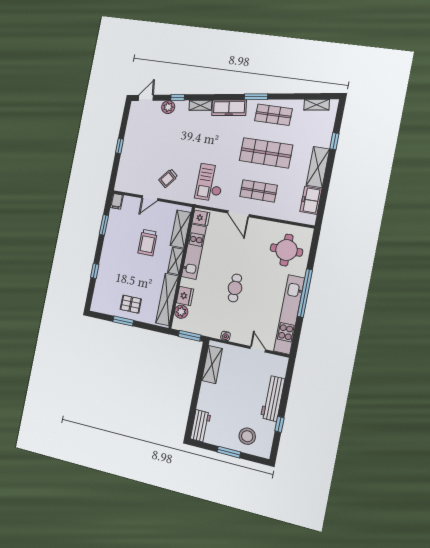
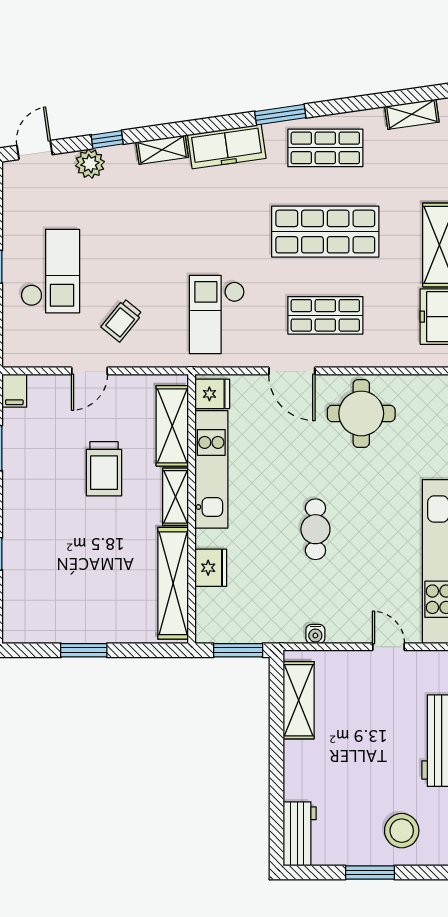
checkout: (142, 152) -> (50, 271), added
round table: (286, 250) -> (361, 413), moved
pallet: (131, 304) -> (94, 610), removed
plant: (181, 312) -> (209, 603), removed

